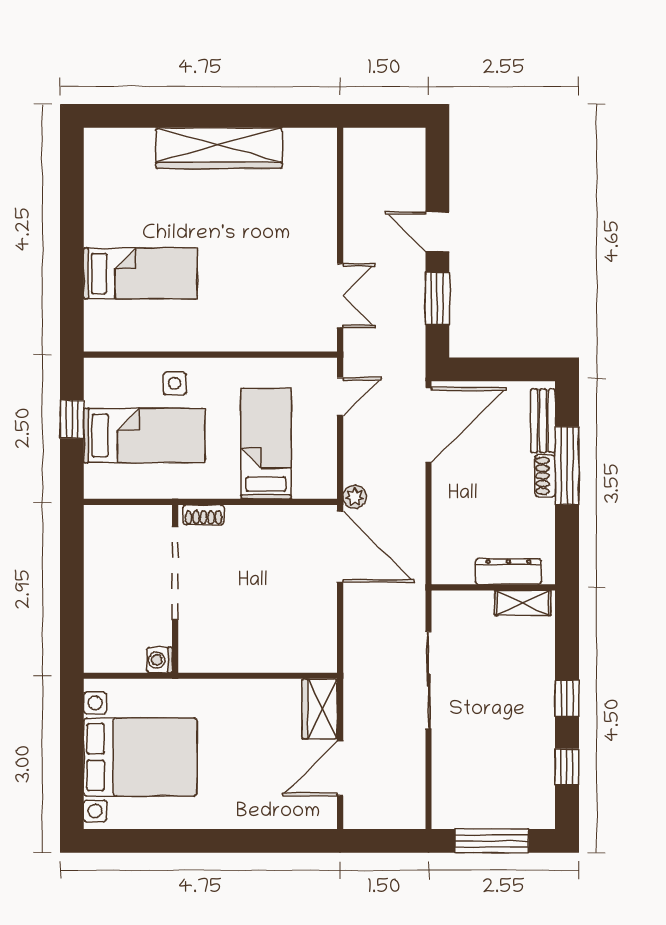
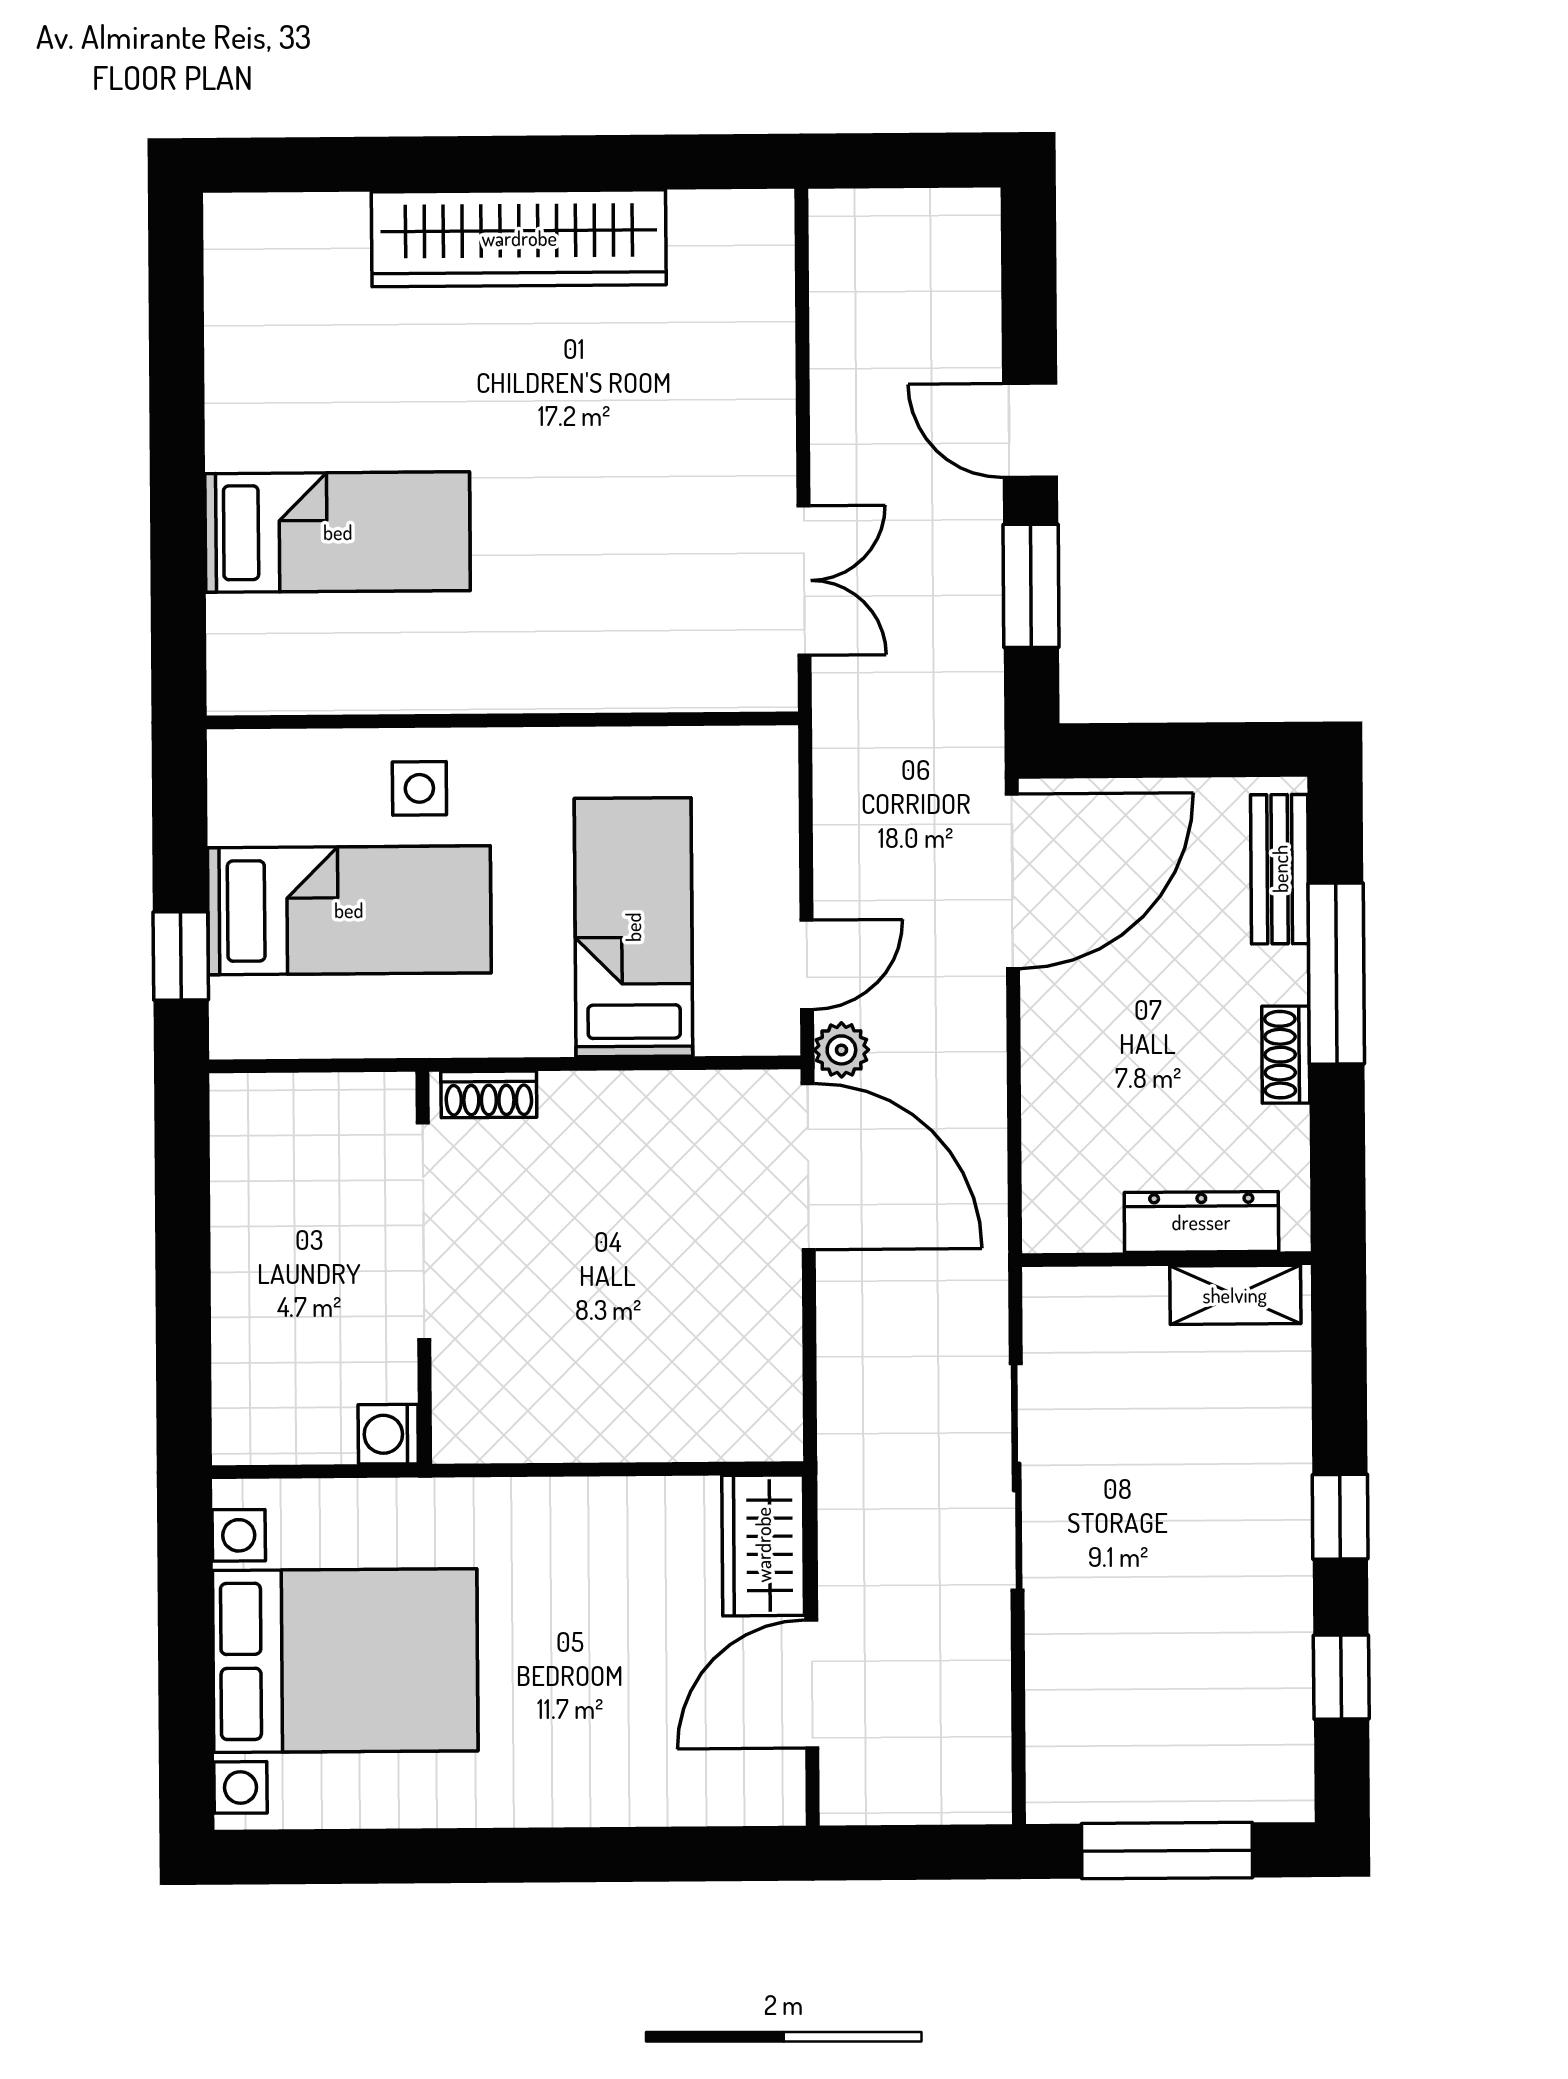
door: (340, 397) -> (807, 965), moved
window: (72, 419) -> (181, 956), moved
shoe rack: (545, 476) -> (1286, 1055), moved

